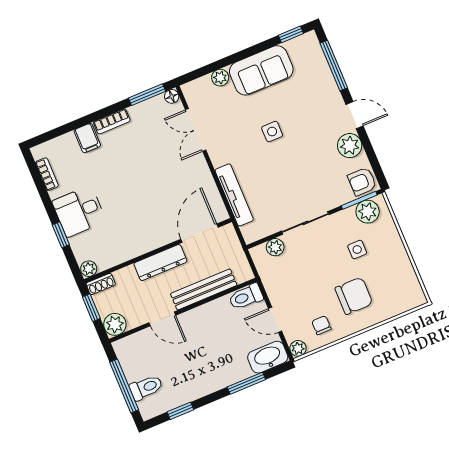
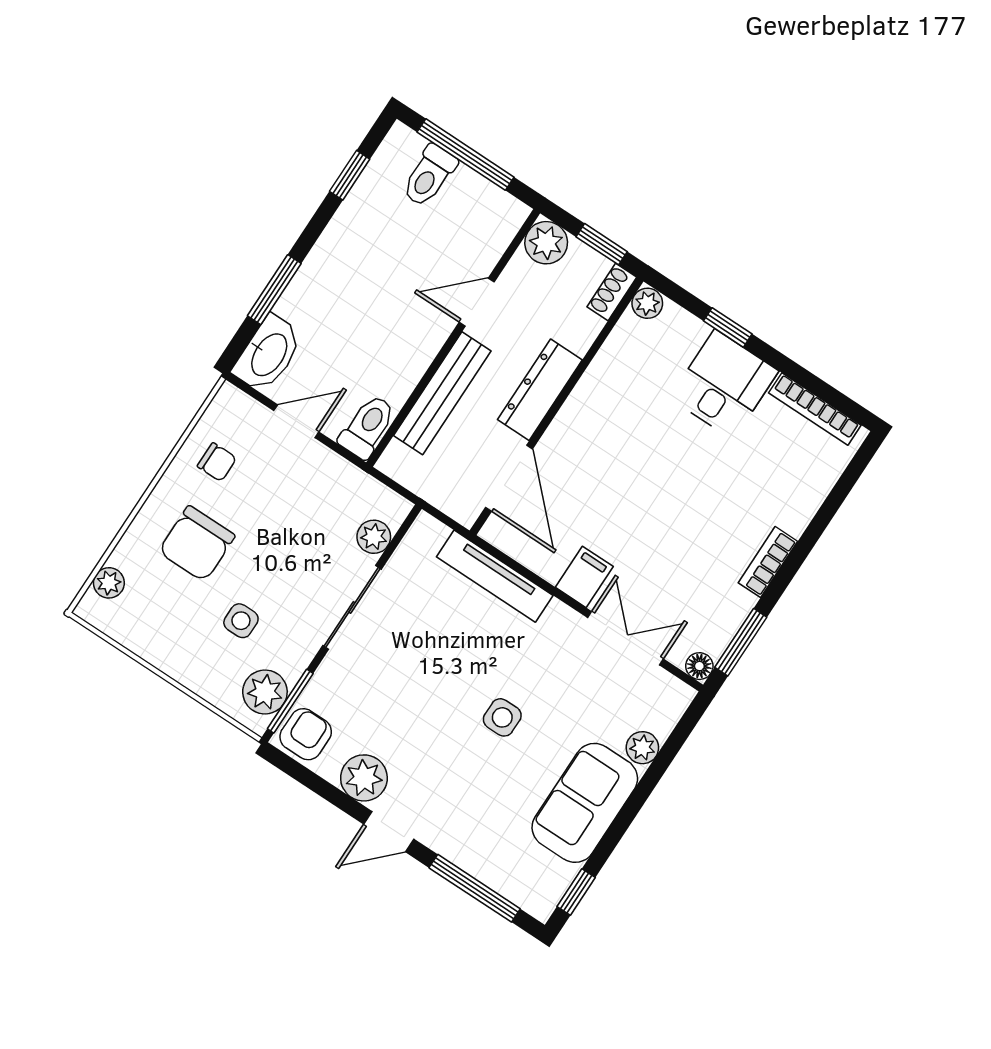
filing cabinet: (87, 138) -> (584, 577), moved, turned 90
bookcase: (47, 174) -> (815, 409), width x1.56
plant: (298, 348) -> (109, 583), moved

